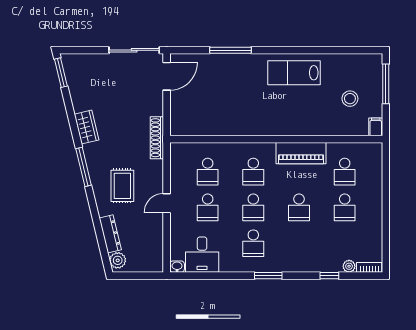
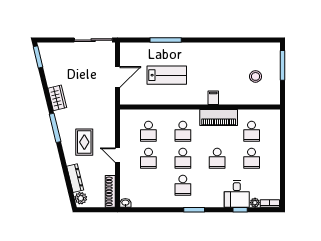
lab bench: (294, 73) -> (167, 75), moved, turned 180
door: (167, 76) -> (118, 77), moved
filing cabinet: (376, 127) -> (213, 98), moved
shoe rack: (157, 138) -> (110, 191), moved
door: (167, 203) -> (118, 155), hinge flipped
desk: (202, 255) -> (237, 194), moved

